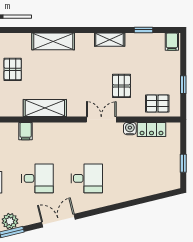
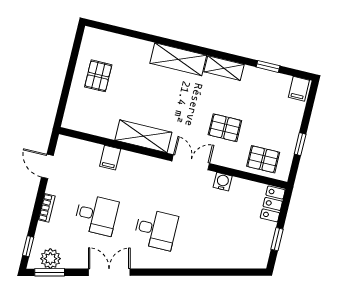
shelving: (53, 41) -> (178, 59), moved
pallet: (121, 86) -> (225, 128), turned 90
shelving: (45, 108) -> (143, 136), moved
locker: (151, 129) -> (273, 204), moved, turned 90
filing cabinet: (26, 131) -> (110, 158), moved

